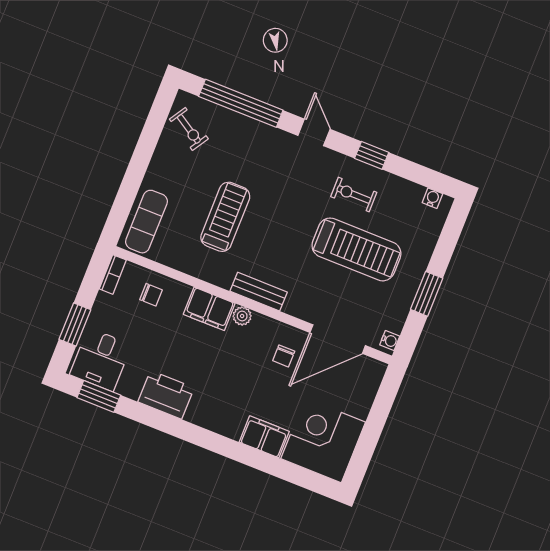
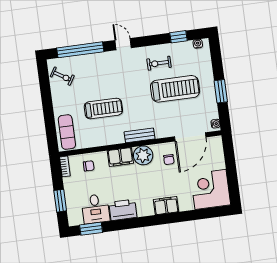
window: (372, 155) -> (179, 37), moved
treadmill: (225, 217) -> (103, 109), turned 90
plant: (242, 316) -> (143, 155), width x1.87, depth x1.87
desk: (101, 360) -> (95, 209), moved
filing cabinet: (264, 437) -> (166, 206), moved

